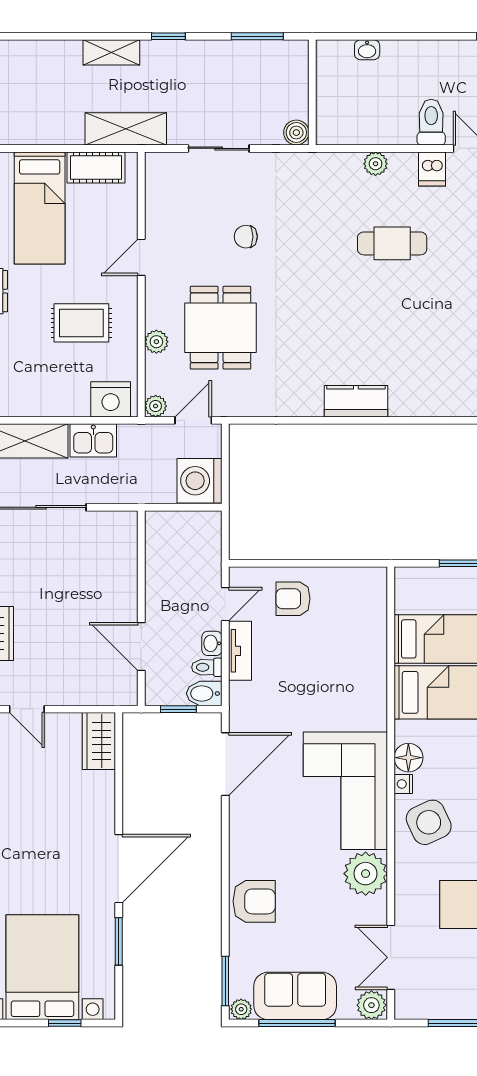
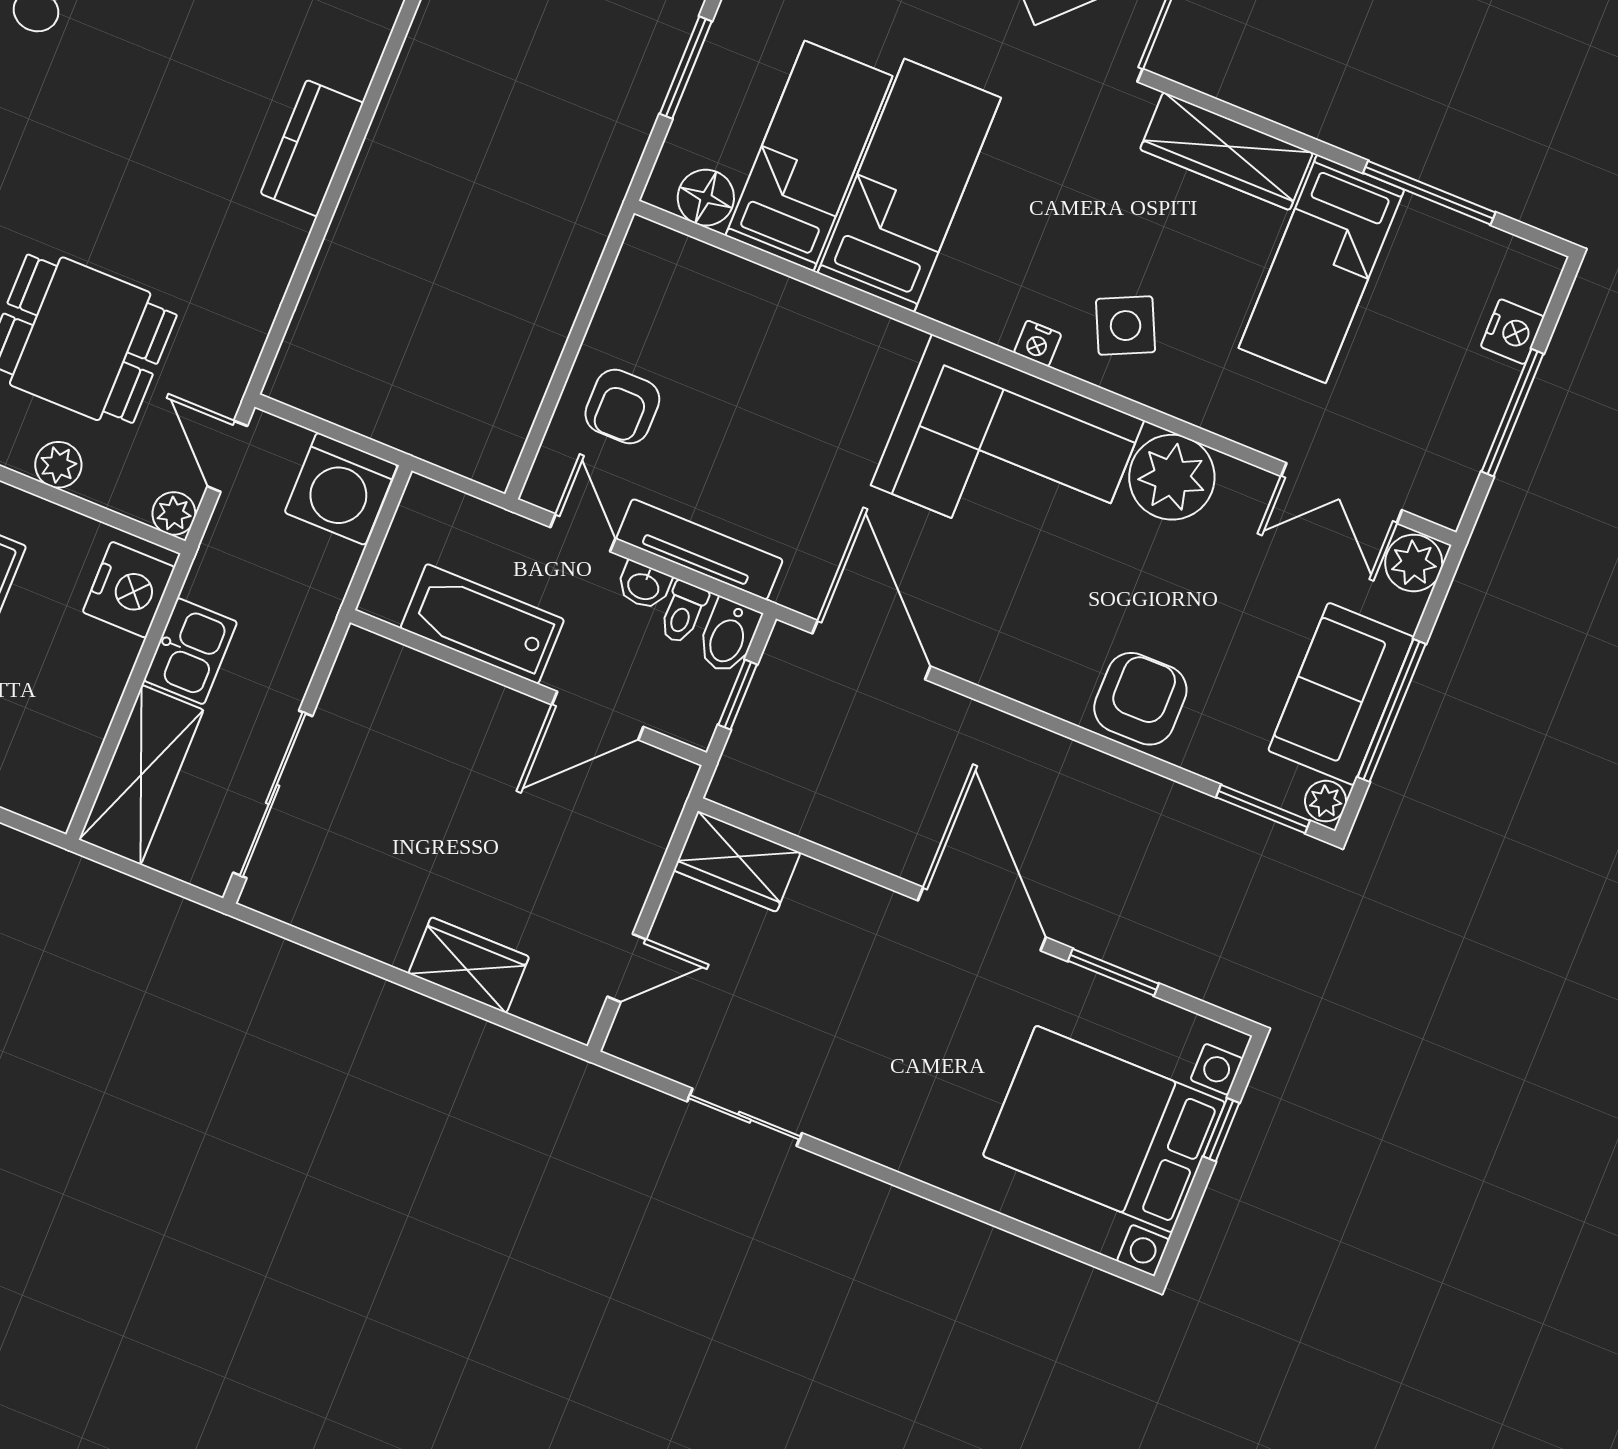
bathtub: (163, 574) -> (482, 624), added
tv unit: (240, 651) -> (700, 549), width x1.41
floor lamp: (408, 758) -> (706, 198), moved
side table: (429, 822) -> (1126, 326), width x0.73, depth x0.73

